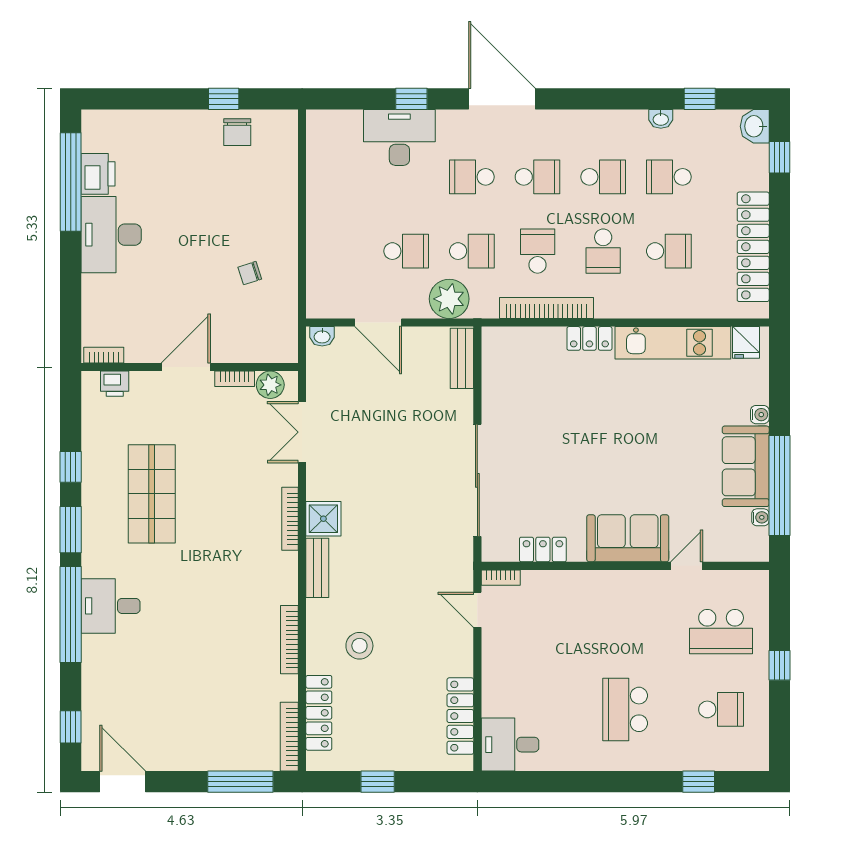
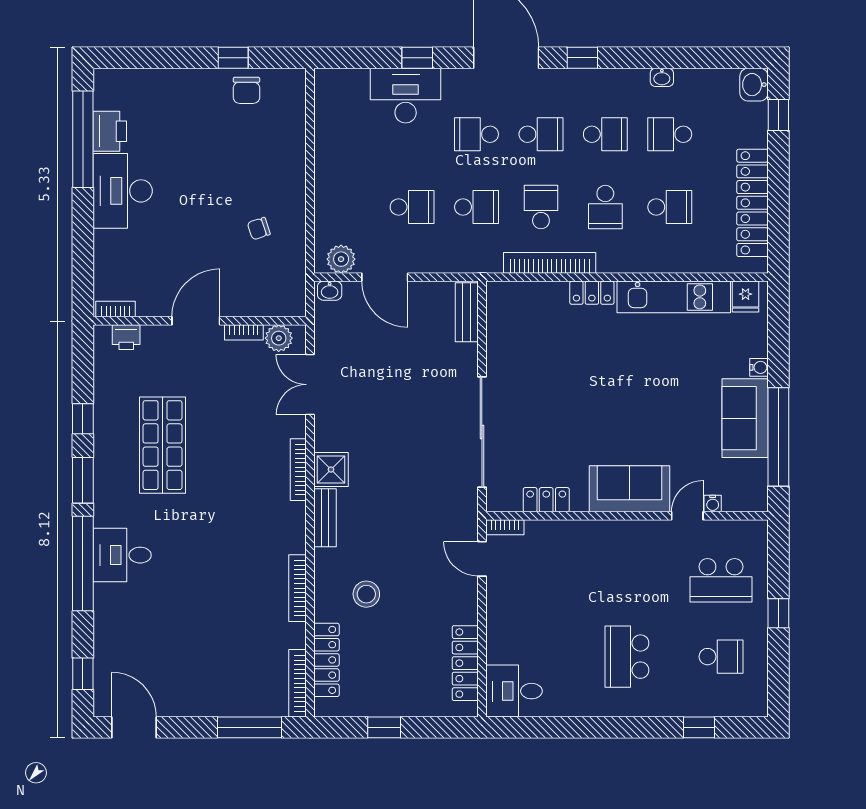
window: (700, 99) -> (582, 58), moved
plant: (449, 299) -> (341, 259), moved, width x0.73, depth x0.73
water cooler: (760, 517) -> (713, 503), moved, turned 90

